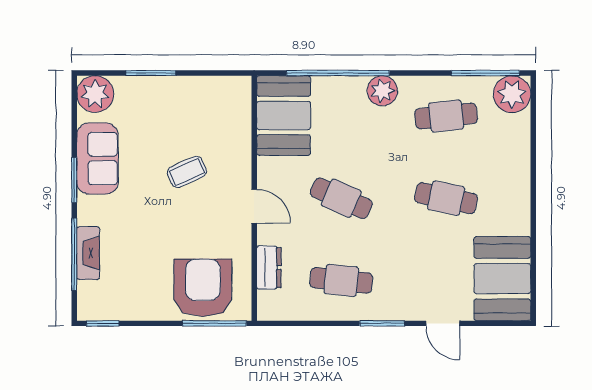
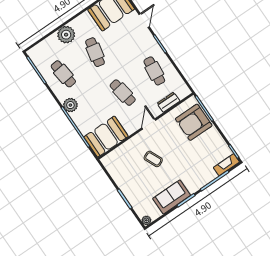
plant: (95, 94) -> (146, 220), width x0.53, depth x0.53
plant: (512, 94) -> (66, 35), moved
cafe table: (341, 198) -> (123, 93), turned -33
fireplace: (88, 253) -> (226, 165), moved

